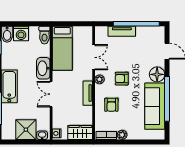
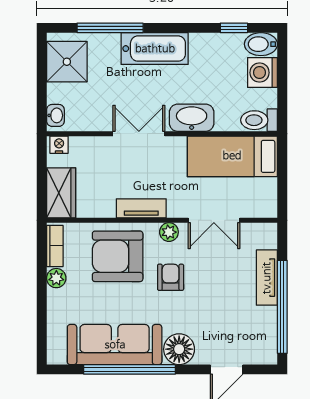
armchair: (111, 105) -> (118, 256), width x1.88, depth x1.88
shower: (26, 130) -> (67, 62), moved

